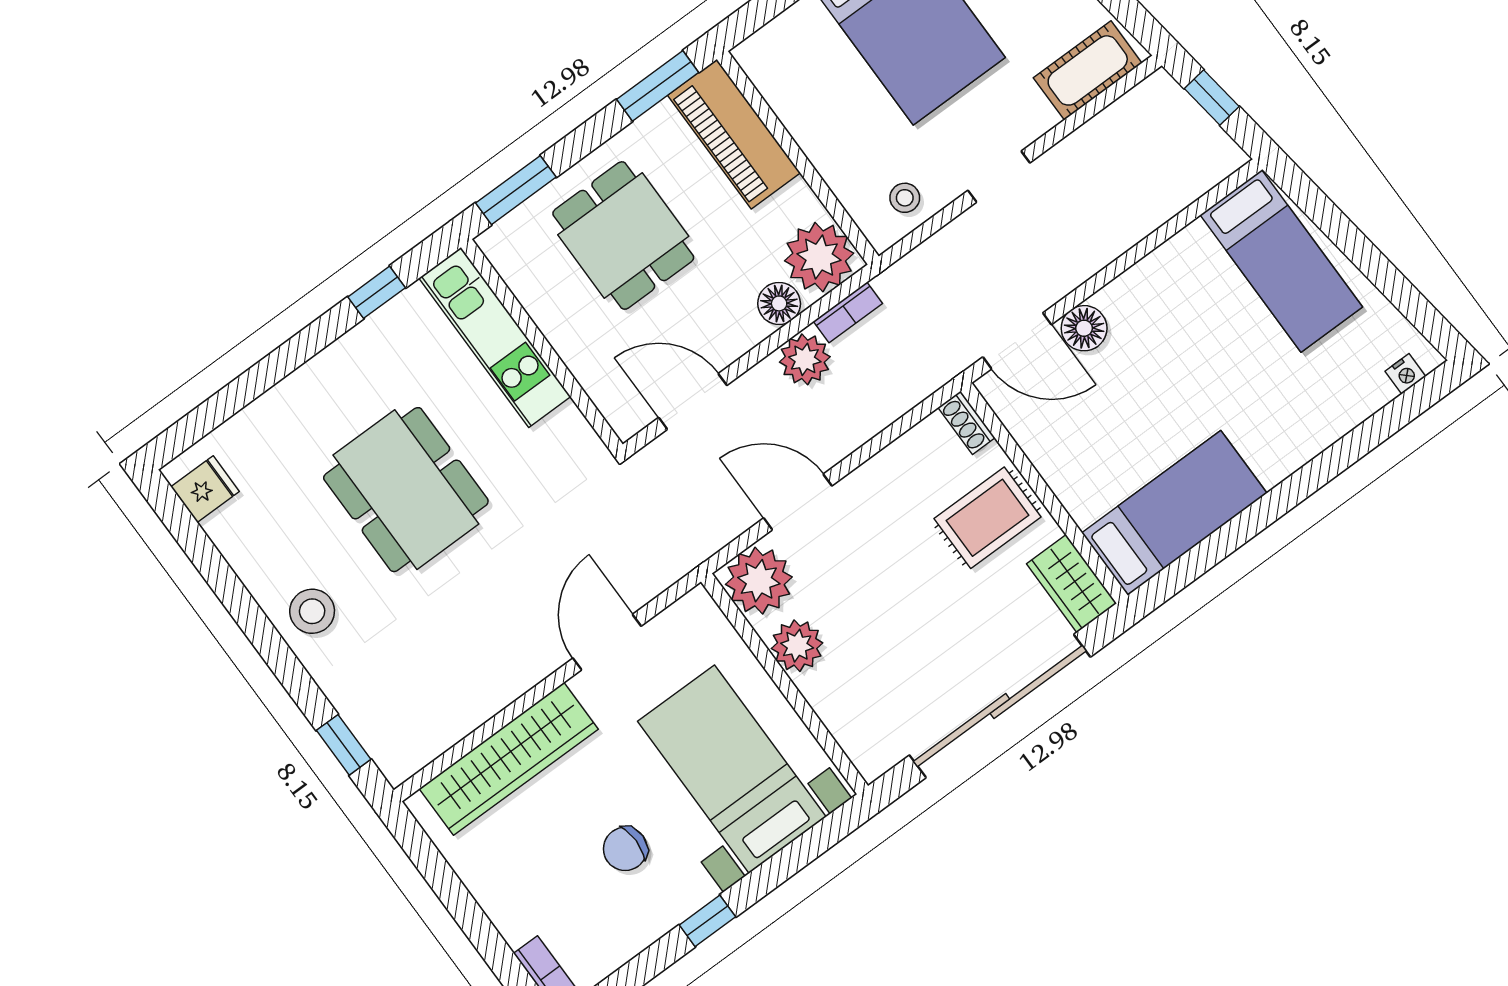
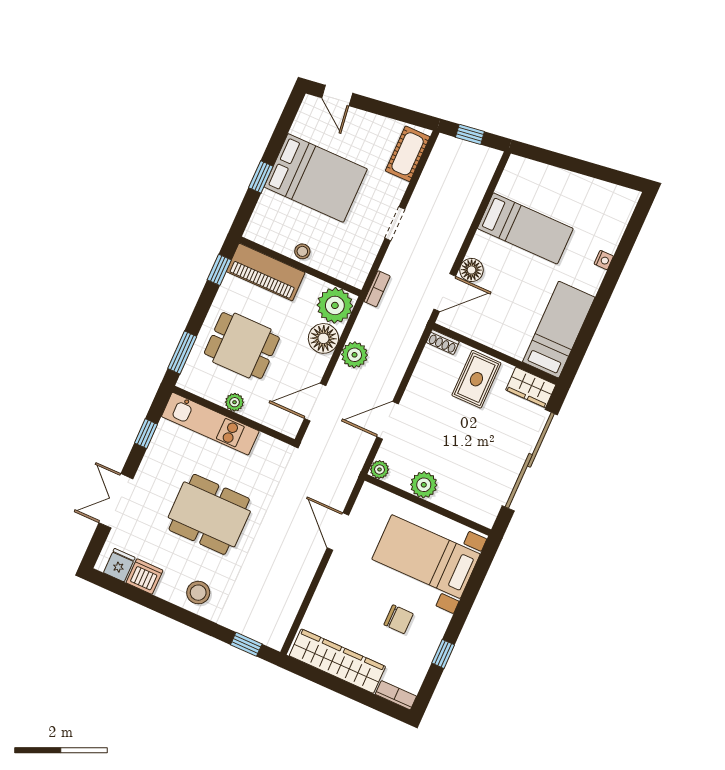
window: (658, 86) -> (219, 270), width x0.67
stool: (905, 198) -> (302, 251), moved
bed: (1281, 261) -> (525, 228), moved
floor lamp: (779, 303) -> (323, 338), width x1.38, depth x1.38
bookcase: (848, 312) -> (377, 289), moved
plant: (556, 324) -> (235, 402), added
nightstand: (1405, 374) -> (604, 260), moved
double door: (261, 377) -> (116, 501), added
dishwasher: (237, 532) -> (144, 577), added
plant: (759, 581) -> (379, 470), width x0.53, depth x0.53
wardrobe: (509, 759) -> (337, 661), moved, turned -90
chair: (625, 849) -> (399, 619), turned -90
window: (707, 921) -> (443, 654), moved

